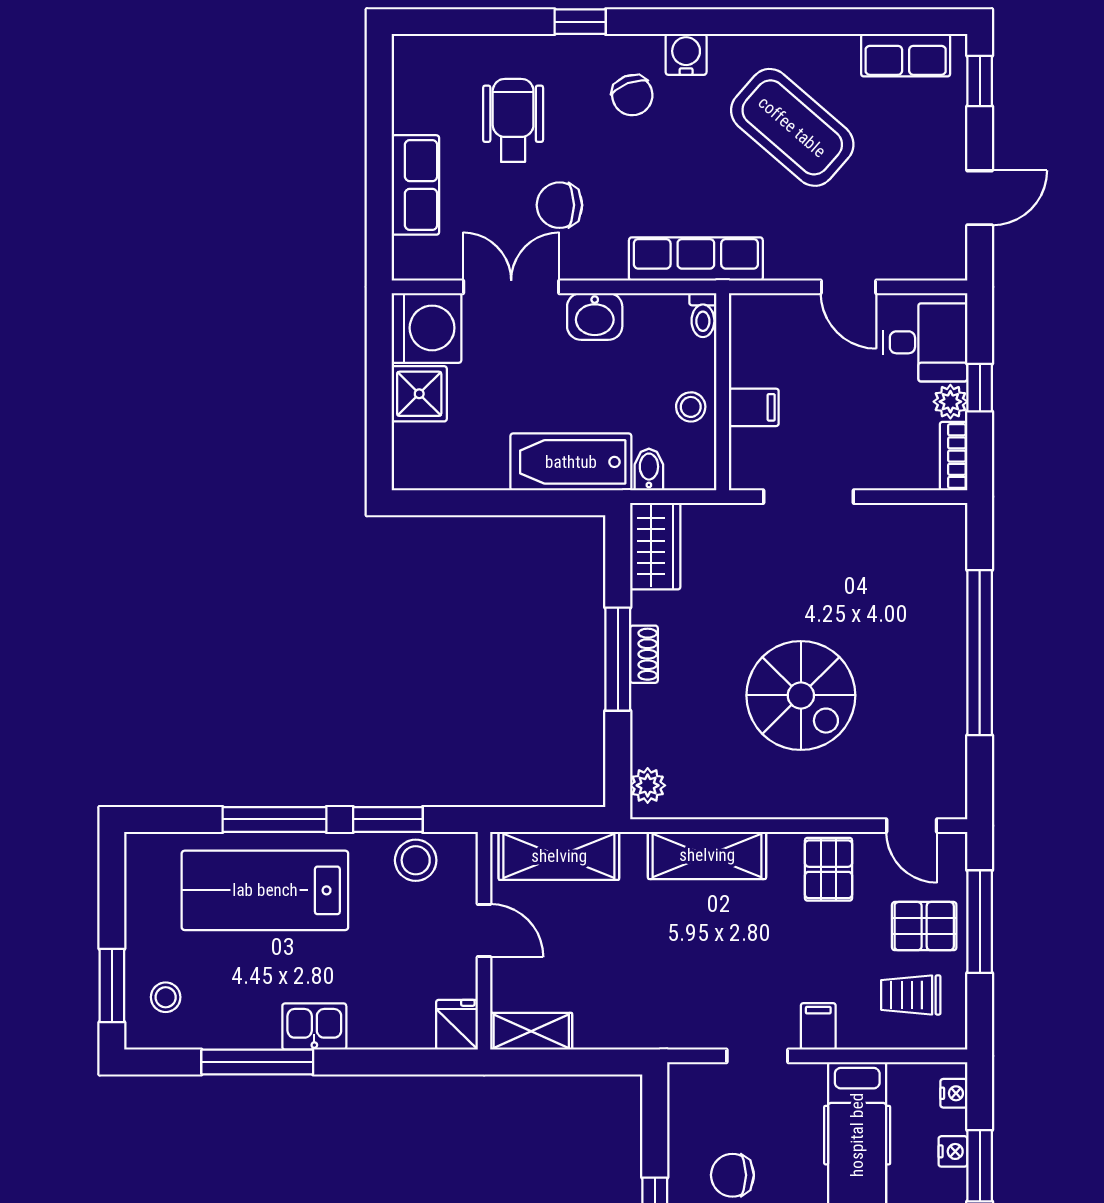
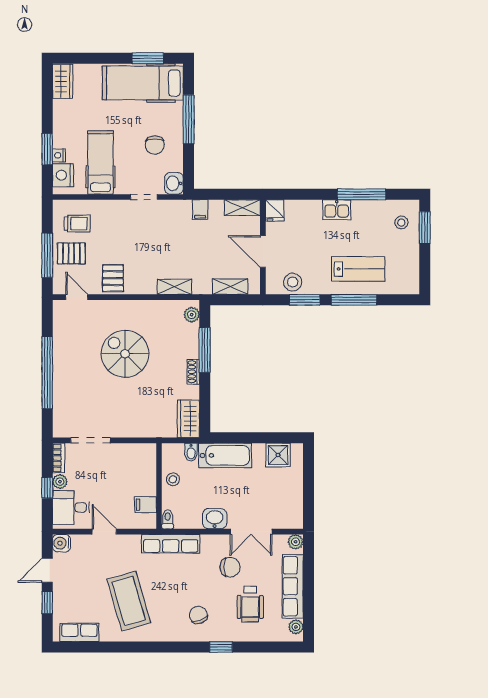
water cooler: (686, 54) -> (61, 543), moved, turned 90
plant: (408, 68) -> (296, 627), added
window: (980, 81) -> (47, 603), moved
coffee table: (792, 127) -> (129, 601), turned 33
row of seats: (415, 185) -> (293, 586), width x1.48
plant: (409, 263) -> (296, 542), added
washing machine: (426, 328) -> (288, 514), removed
shower: (419, 394) -> (278, 455), moved
filing cabinet: (754, 407) -> (145, 505), moved
doorway: (809, 497) -> (90, 440), moved
window: (618, 659) -> (205, 350), moved
shelving: (707, 855) -> (174, 287), width x0.67, depth x0.75
shelving: (559, 856) -> (230, 287), width x0.67, depth x0.75
lab bench: (265, 890) -> (358, 269), width x0.73, depth x0.72
door: (484, 931) -> (263, 251), width x1.38
filing cabinet: (818, 1026) -> (200, 210), moved
washbasin: (688, 1087) -> (174, 183), added
nightstand: (954, 1093) -> (63, 175), width x1.89, depth x1.79
chair: (732, 1175) -> (155, 145), turned 90

